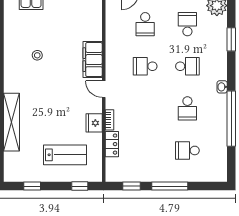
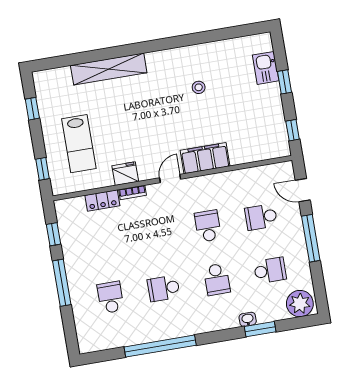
washbasin: (222, 87) -> (248, 319), moved

